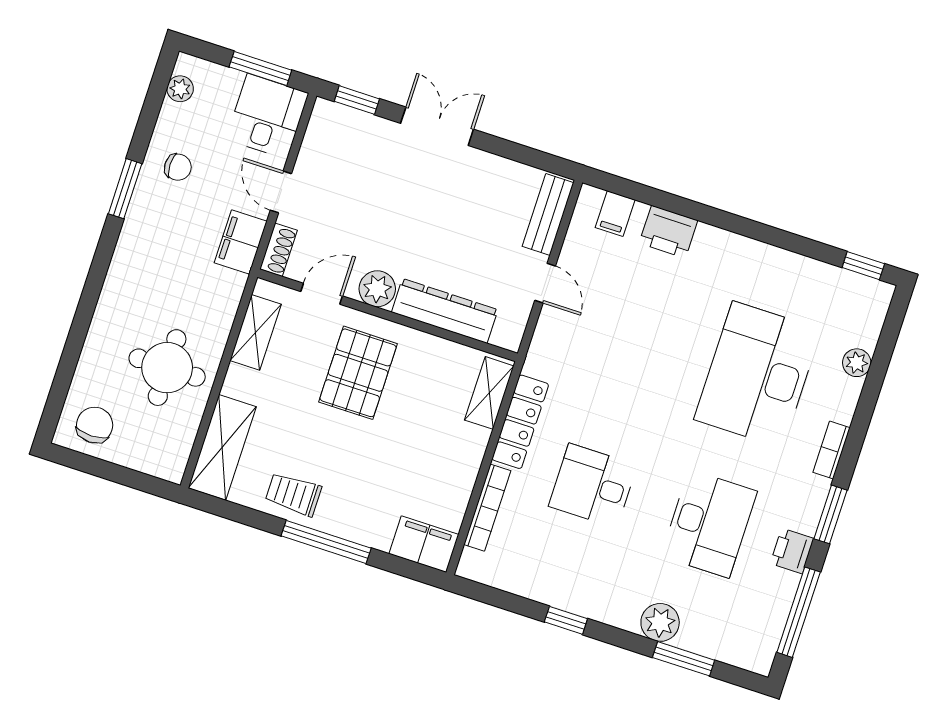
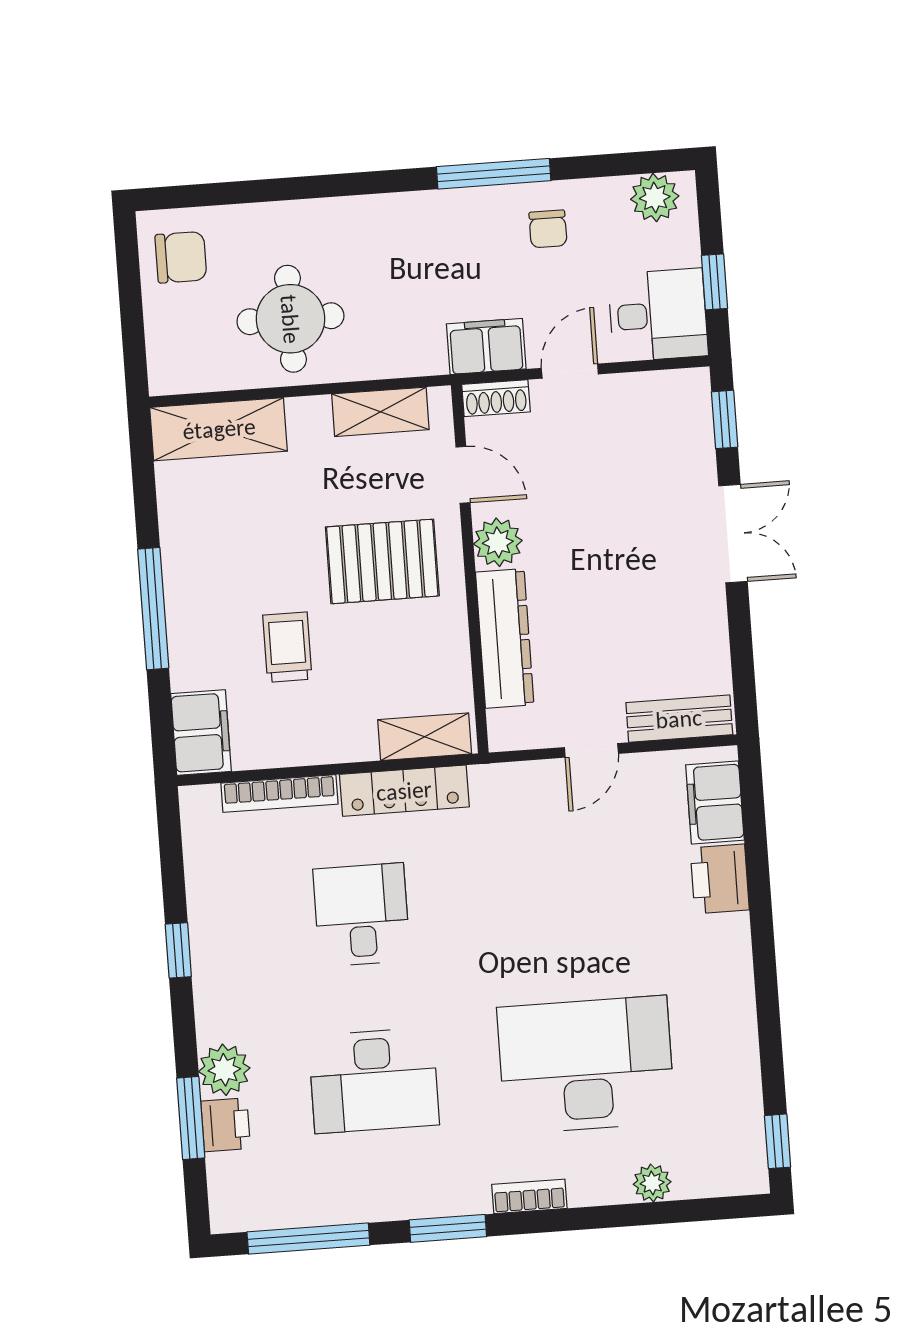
window: (260, 69) -> (714, 282), width x0.67
plant: (180, 89) -> (655, 198), width x1.38, depth x1.38
window: (125, 189) -> (494, 174), width x1.44
filing cabinet: (615, 214) -> (715, 803), width x2.00
trolley: (293, 494) -> (287, 647), moved
printer: (792, 551) -> (226, 1125), moved, turned 90

